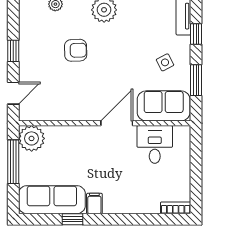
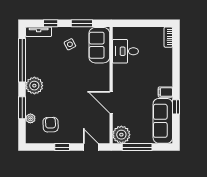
armchair: (76, 50) -> (51, 125), moved
door: (117, 123) -> (111, 102), moved

